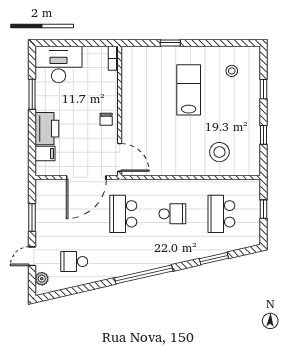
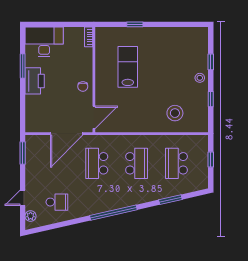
stool: (232, 71) -> (200, 78), moved
lab bench: (189, 90) -> (128, 67), moved
printer: (47, 129) -> (35, 81), moved
filing cabinet: (45, 154) -> (33, 114), removed
door: (120, 157) -> (94, 117), hinge flipped
school desk: (172, 214) -> (137, 163), width x1.85
window: (32, 217) -> (23, 153), moved
school desk: (74, 262) -> (57, 202), turned 180

